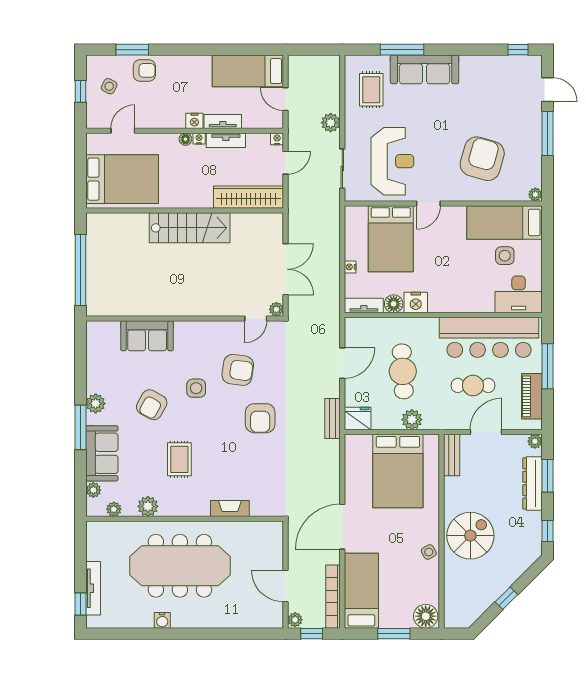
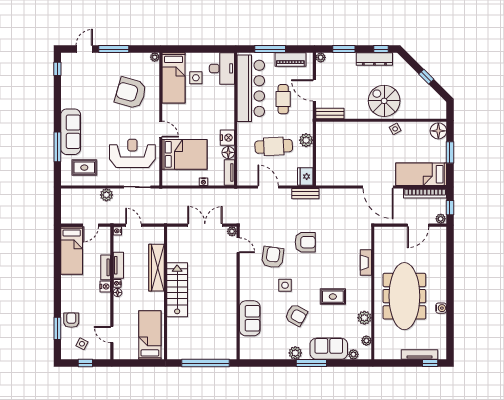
bed: (122, 179) -> (150, 335), width x0.67
wardrobe: (249, 197) -> (156, 268), moved
bed: (398, 471) -> (341, 150), removed
dresser: (533, 483) -> (374, 59), moved

